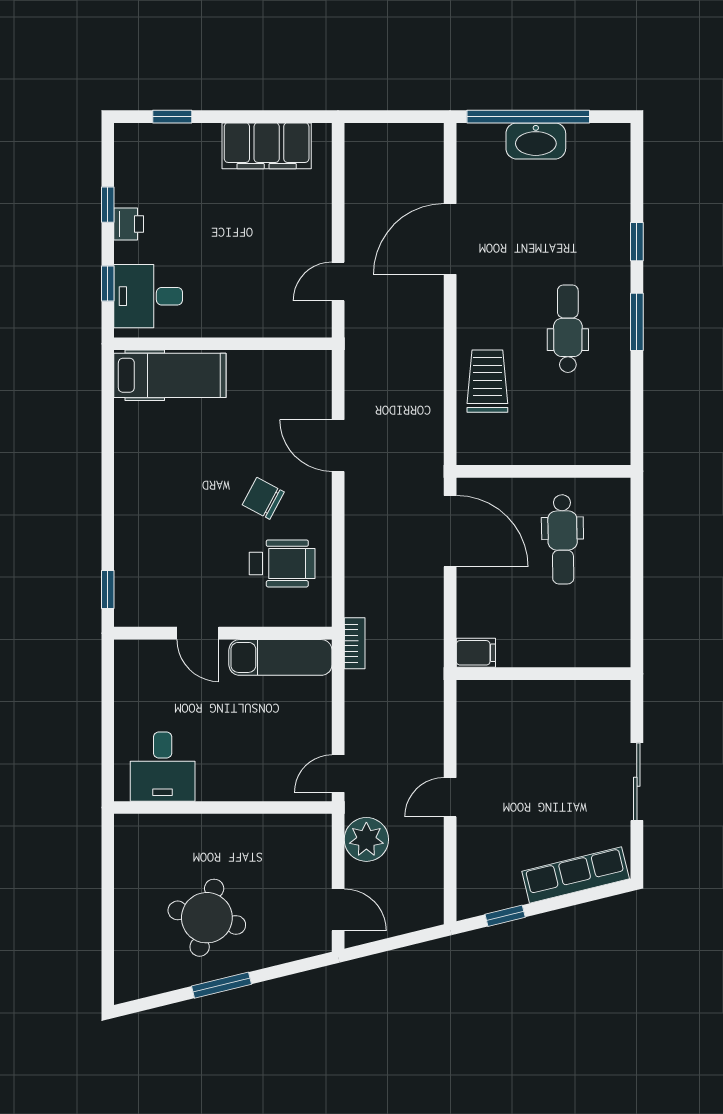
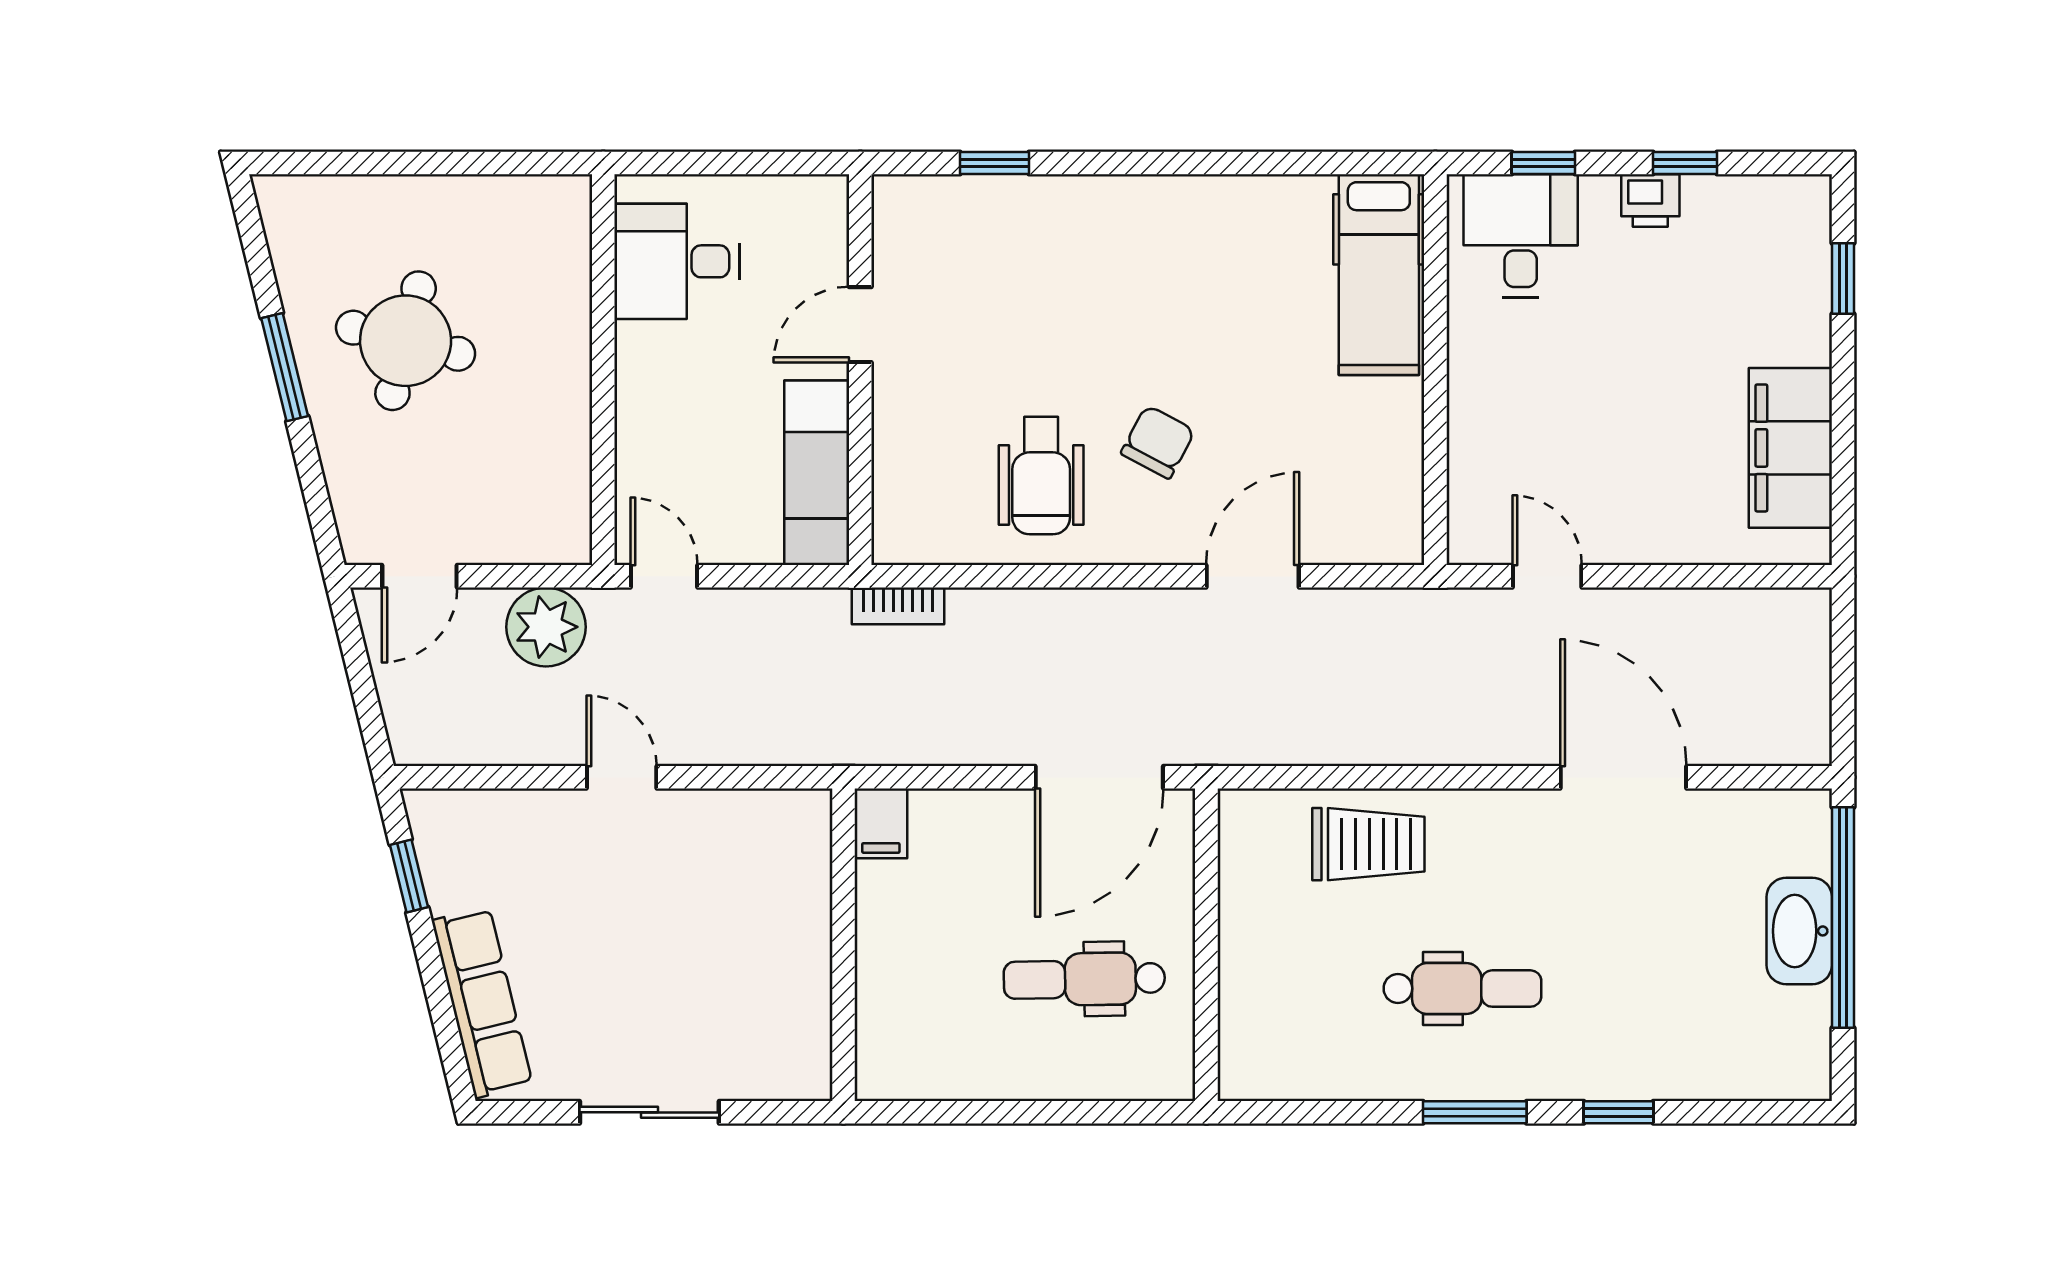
door: (198, 633) -> (860, 325), moved
wall: (223, 633) -> (860, 370), moved
exam couch: (280, 657) -> (817, 473), moved

